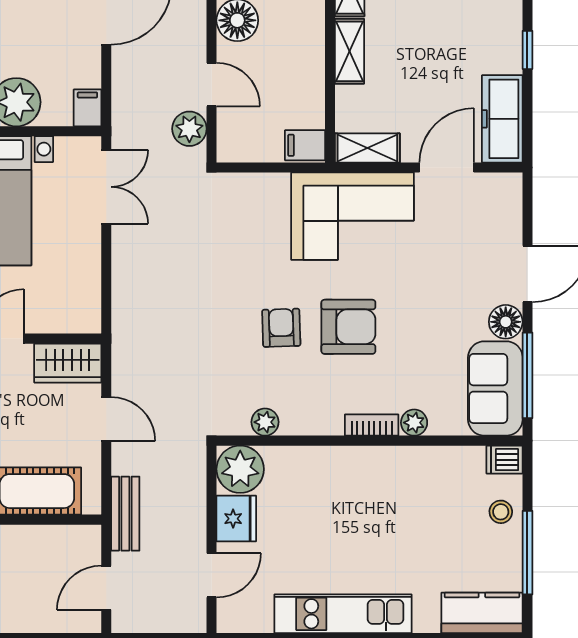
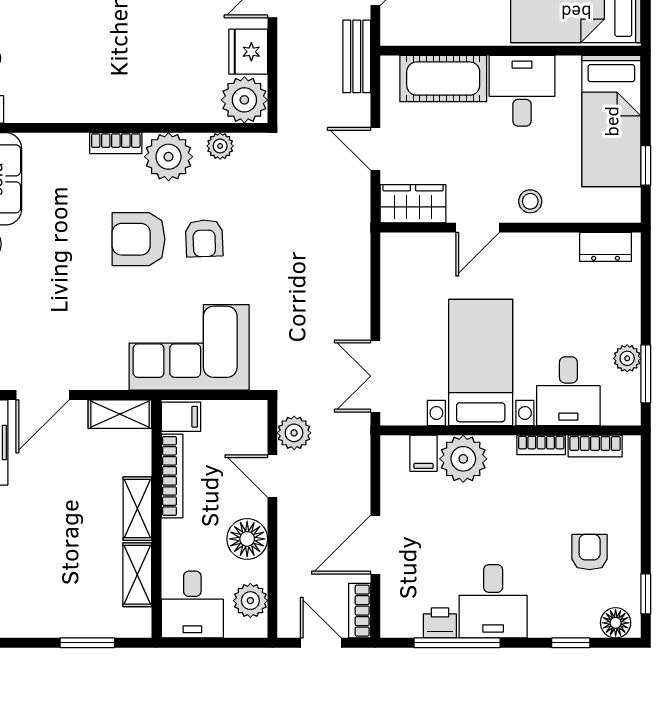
bookcase: (314, 85) -> (172, 476), added
filing cabinet: (87, 108) -> (424, 453), moved
corner sofa: (353, 216) -> (189, 347), moved
plant: (414, 423) -> (169, 157), moved, width x1.87, depth x1.87

